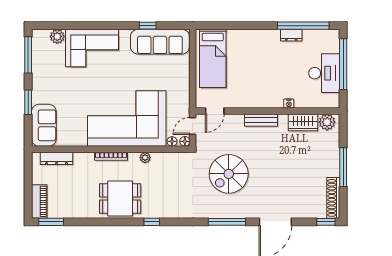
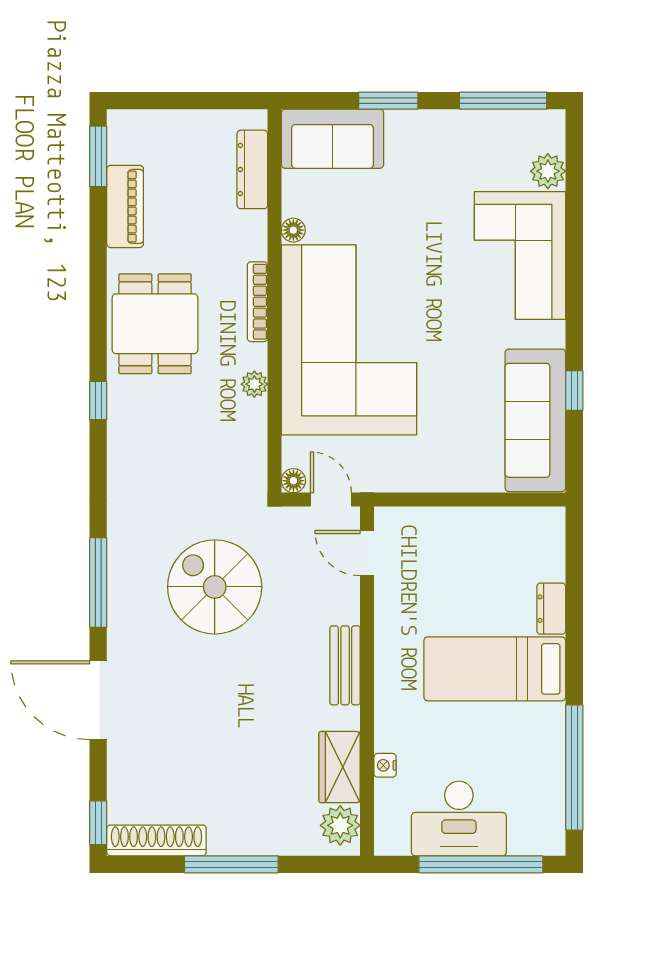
dresser: (291, 35) -> (551, 609), moved
bed: (213, 58) -> (495, 669), moved
nightstand: (289, 104) -> (385, 765), moved
floor lamp: (172, 141) -> (293, 230), moved
piano: (39, 201) -> (125, 206), moved, turned -90

